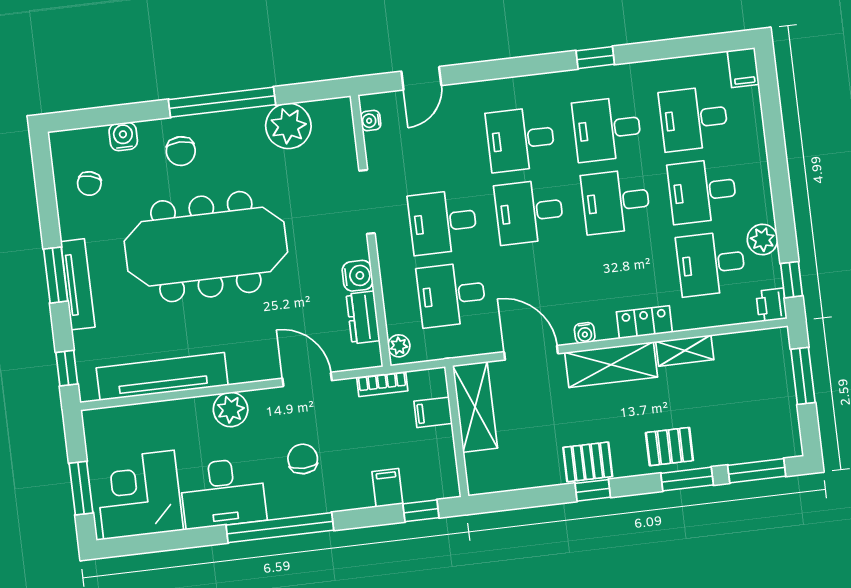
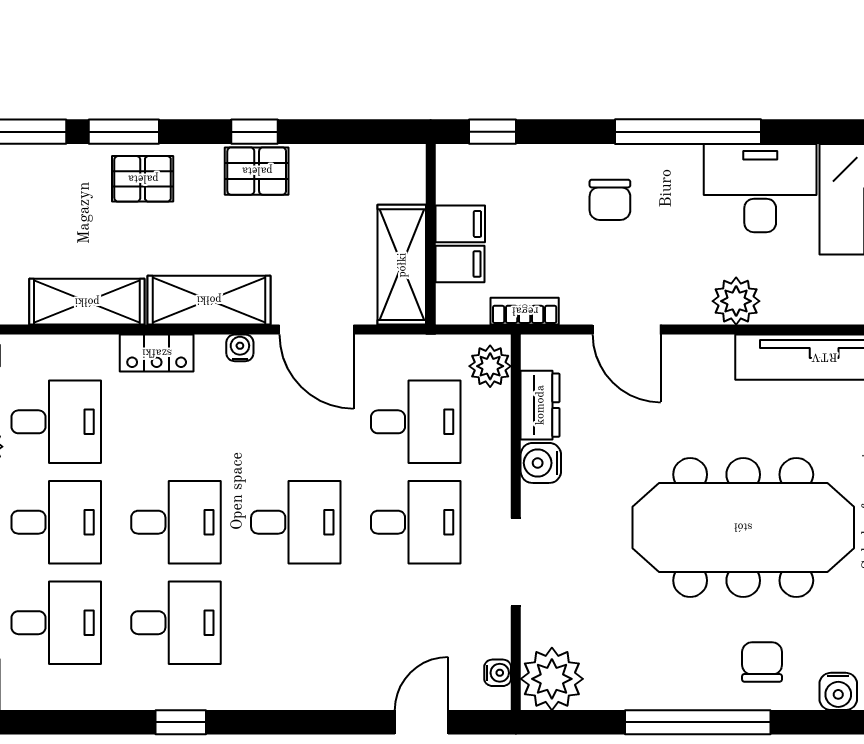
plant: (288, 126) -> (552, 679), moved
desk: (521, 139) -> (296, 623), removed
plant: (399, 346) -> (490, 366), width x1.38, depth x1.38
shelving: (685, 351) -> (87, 302), width x1.50, depth x1.33
chair: (303, 459) -> (610, 200), moved
filing cabinet: (387, 488) -> (460, 224), moved, turned -90

